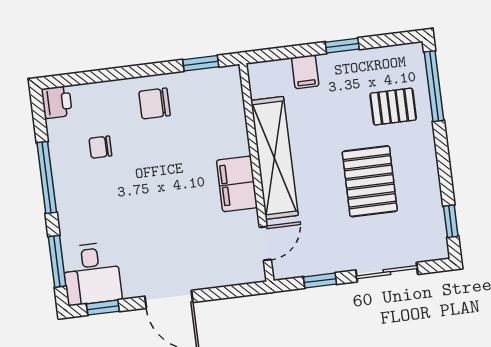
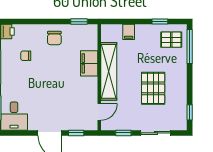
window: (342, 46) -> (160, 22), moved
chair: (155, 103) -> (54, 38), turned -90
pallet: (393, 107) -> (171, 40), moved
filing cabinet: (237, 184) -> (89, 63), moved
window: (103, 308) -> (76, 133), moved

